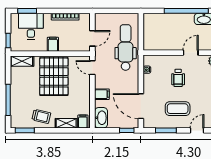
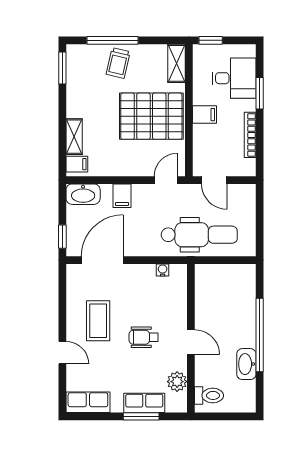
window: (27, 11) -> (260, 93), moved
wheelchair: (178, 78) -> (144, 337), moved
trolley: (41, 116) -> (118, 63), moved
window: (166, 130) -> (62, 301), removed

